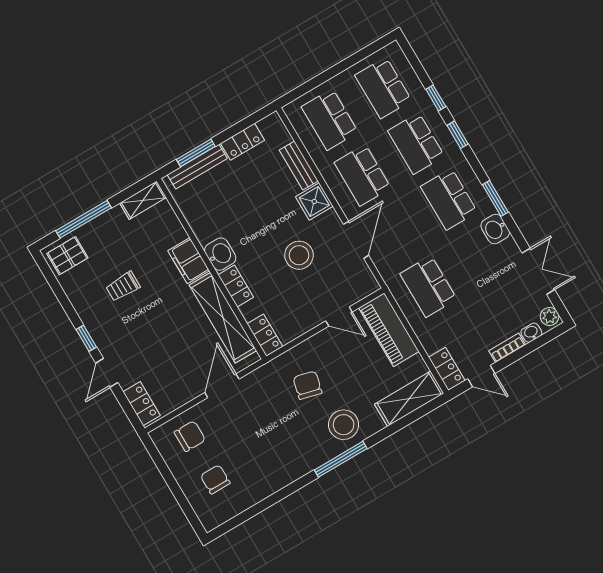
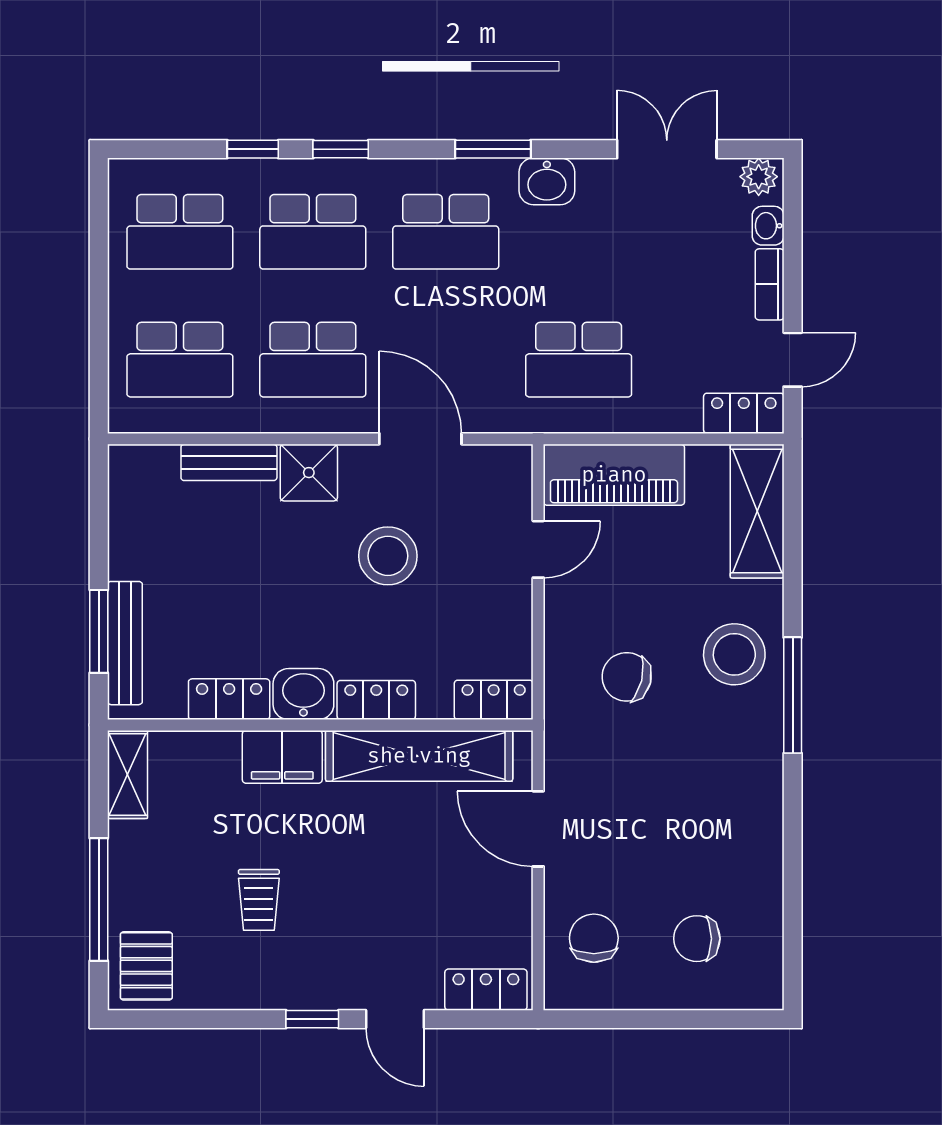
locker: (242, 142) -> (229, 699), moved, turned -90

